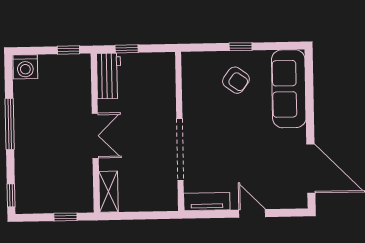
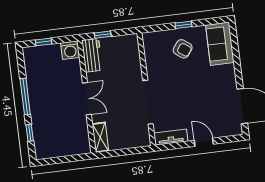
window: (68, 50) -> (43, 42), moved
washing machine: (25, 67) -> (70, 50), moved
sofa: (289, 89) -> (220, 44), width x0.73
window: (11, 195) -> (30, 133), moved
window: (65, 217) -> (72, 158), removed

